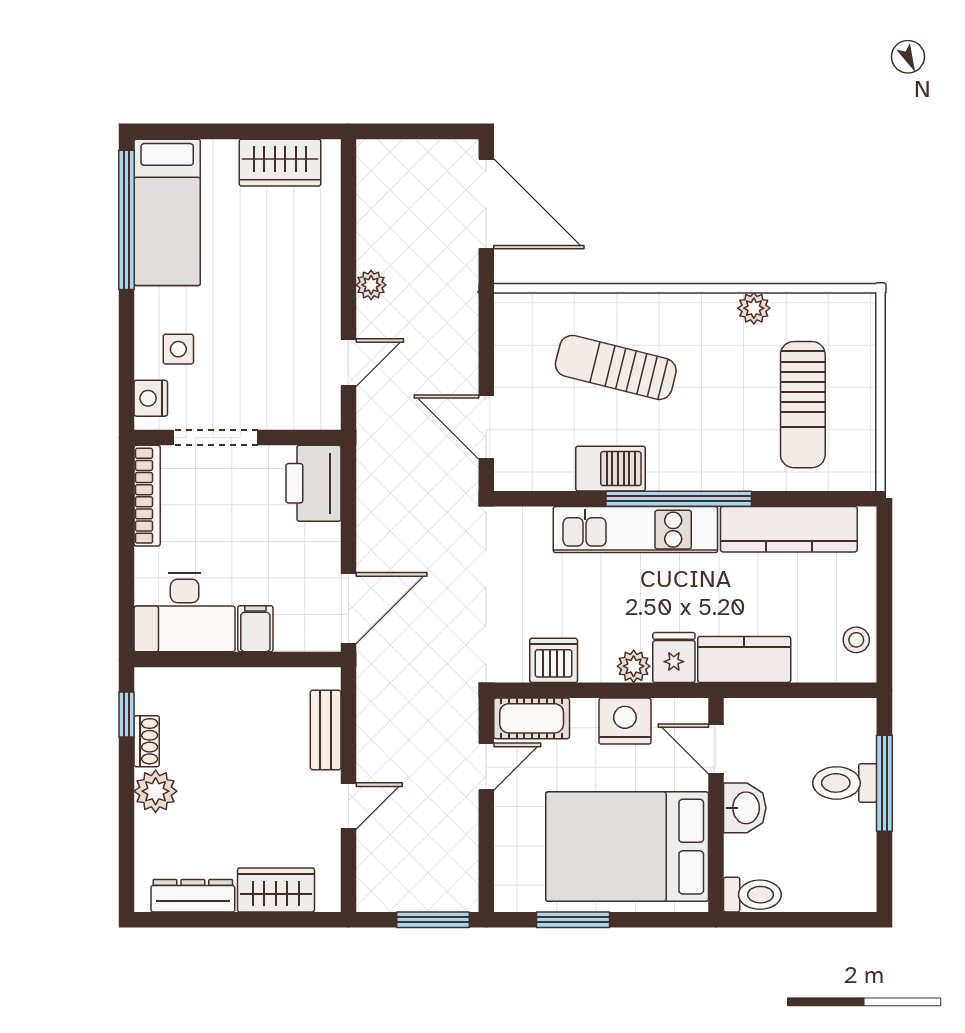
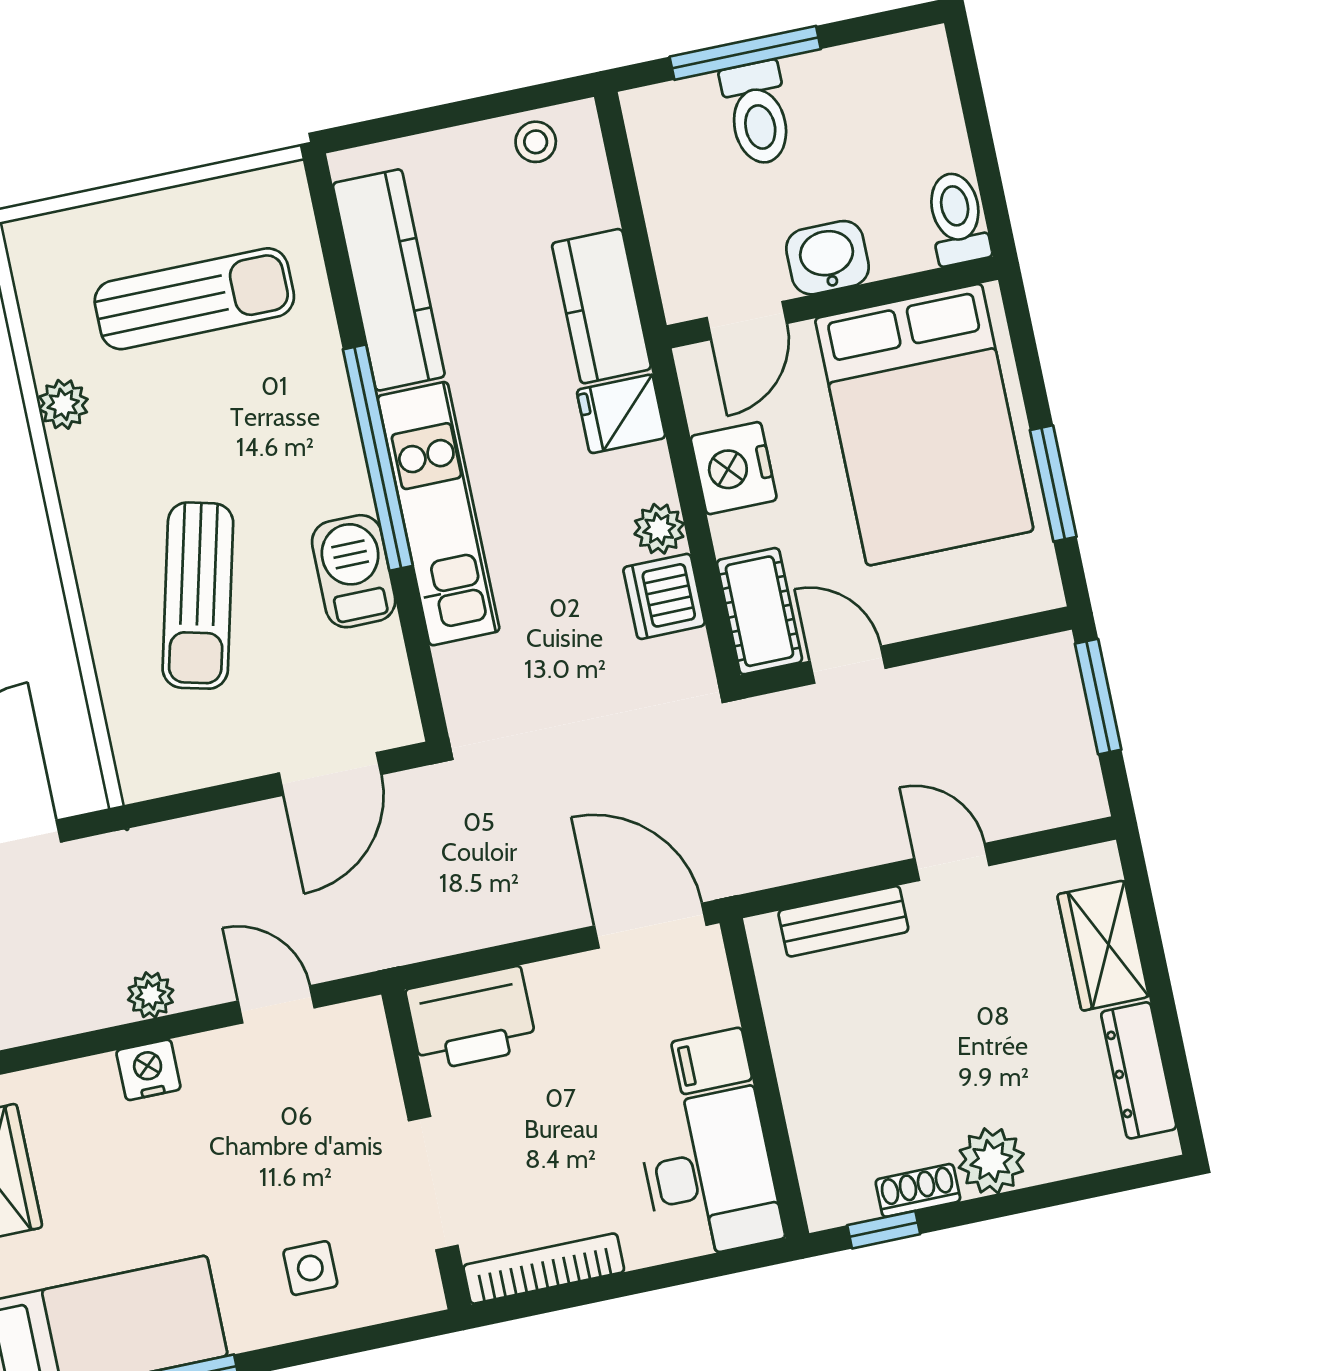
nightstand: (151, 398) -> (148, 1070), moved, turned 180
plant: (634, 666) -> (659, 529), moved

